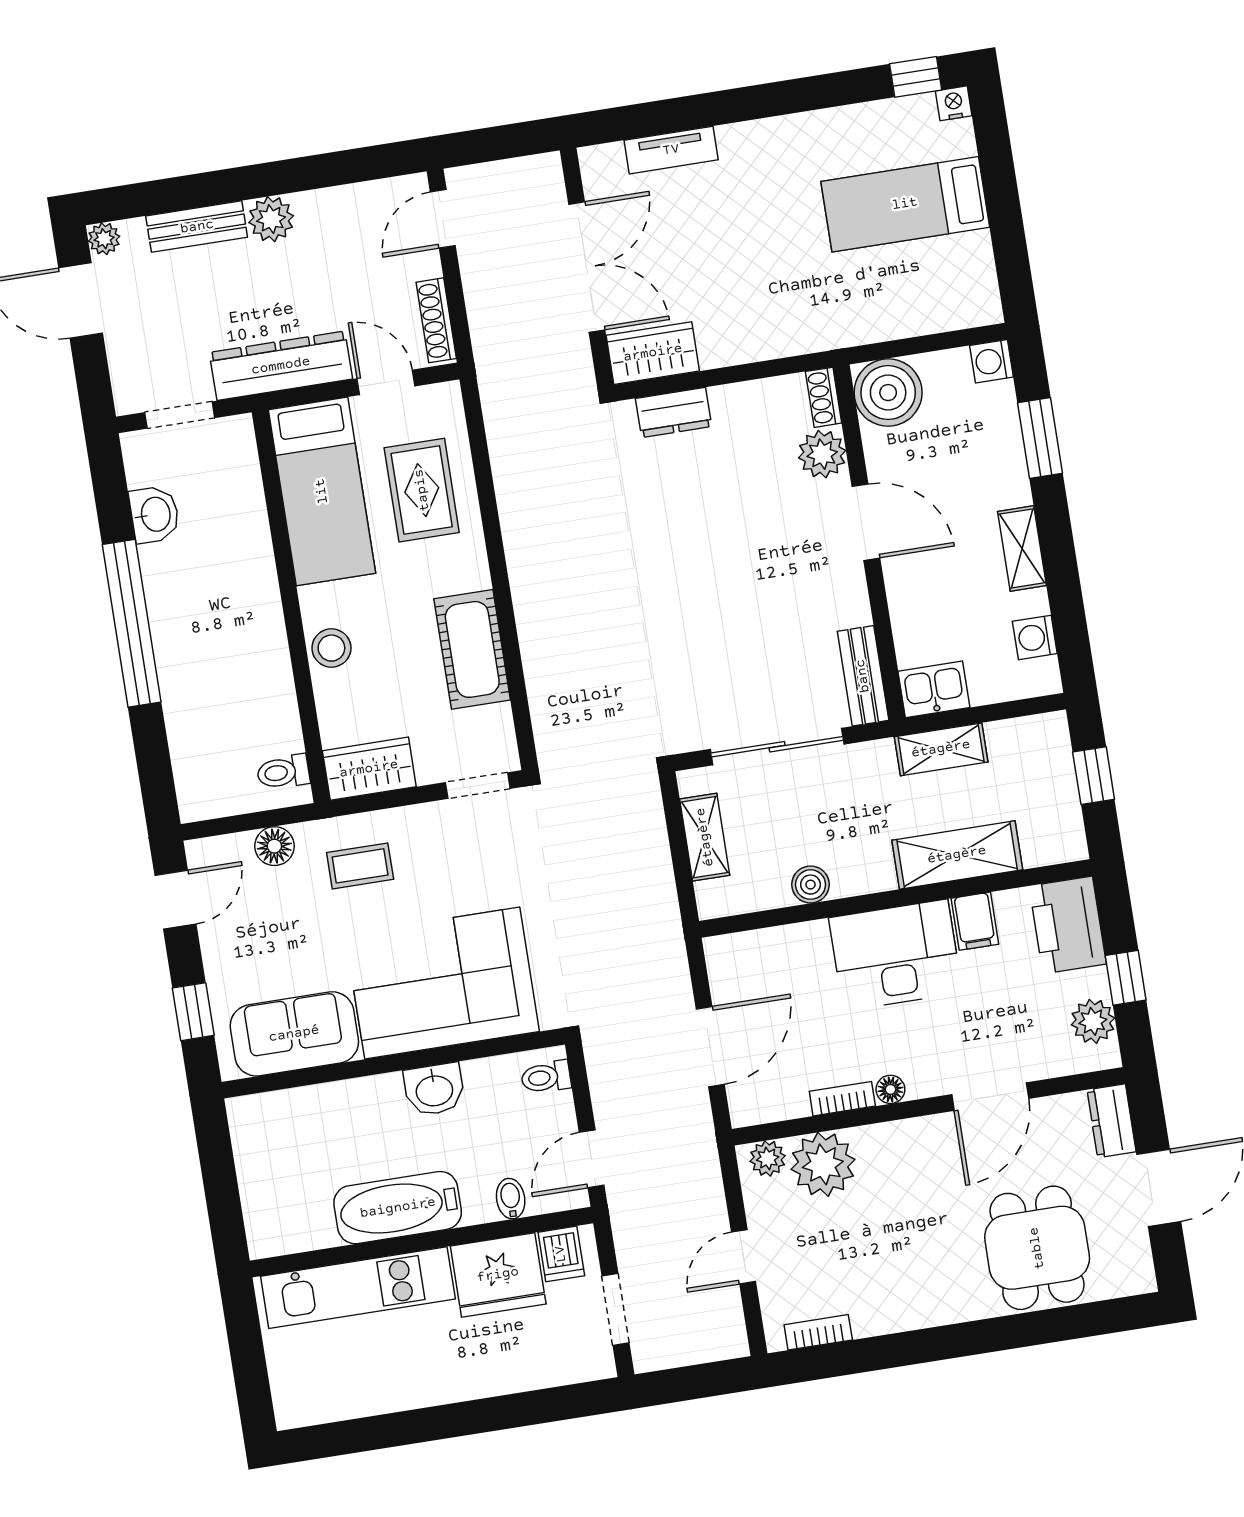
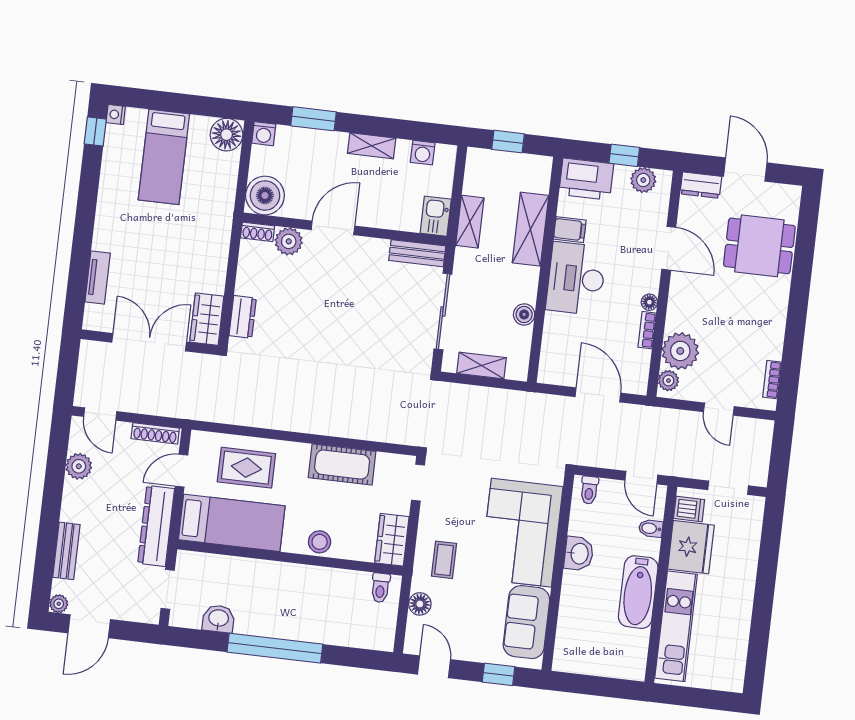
plant: (271, 219) -> (79, 466), moved
floor lamp: (972, 299) -> (227, 135), added

